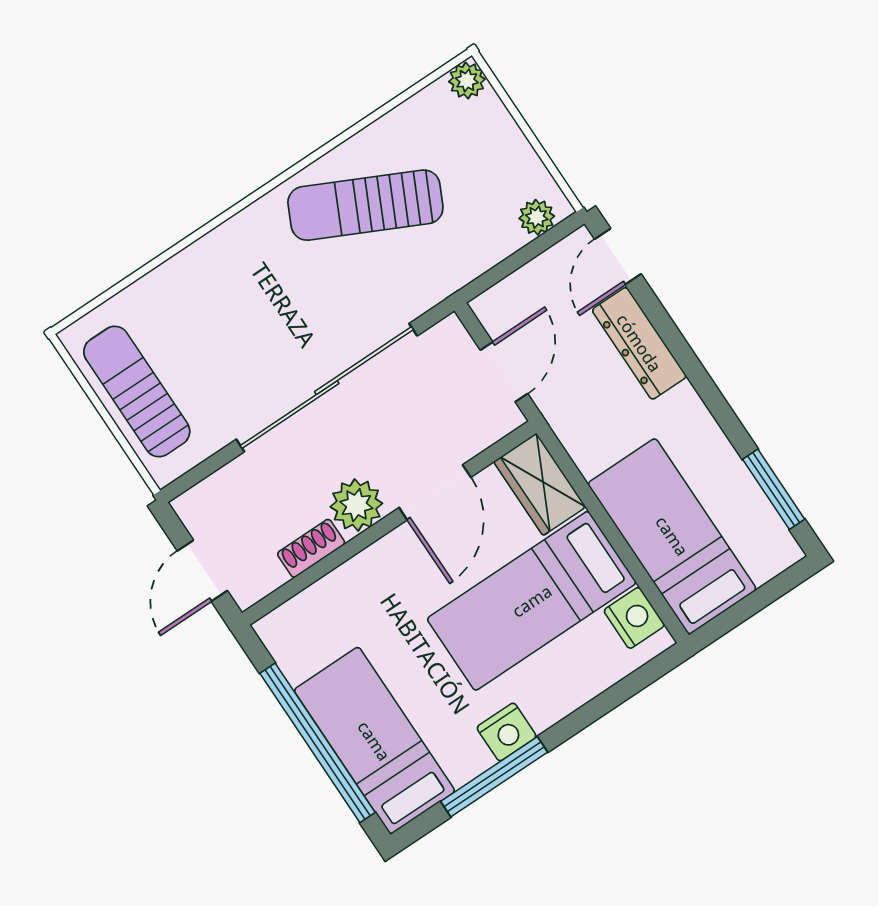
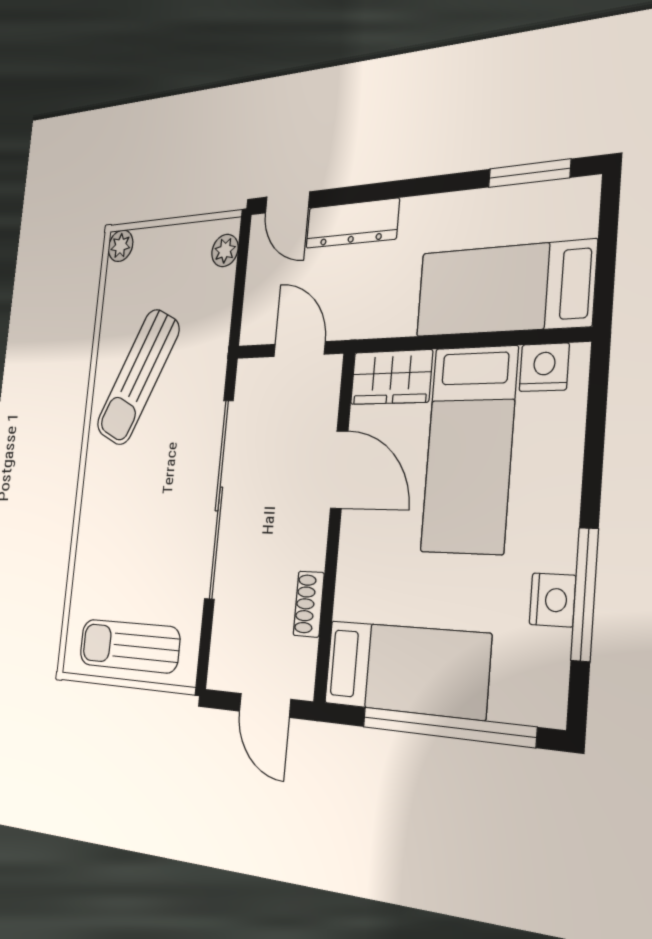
plant: (356, 505) -> (305, 541), removed
nightstand: (507, 732) -> (552, 600), moved
bed: (374, 741) -> (406, 669), moved, turned 180

